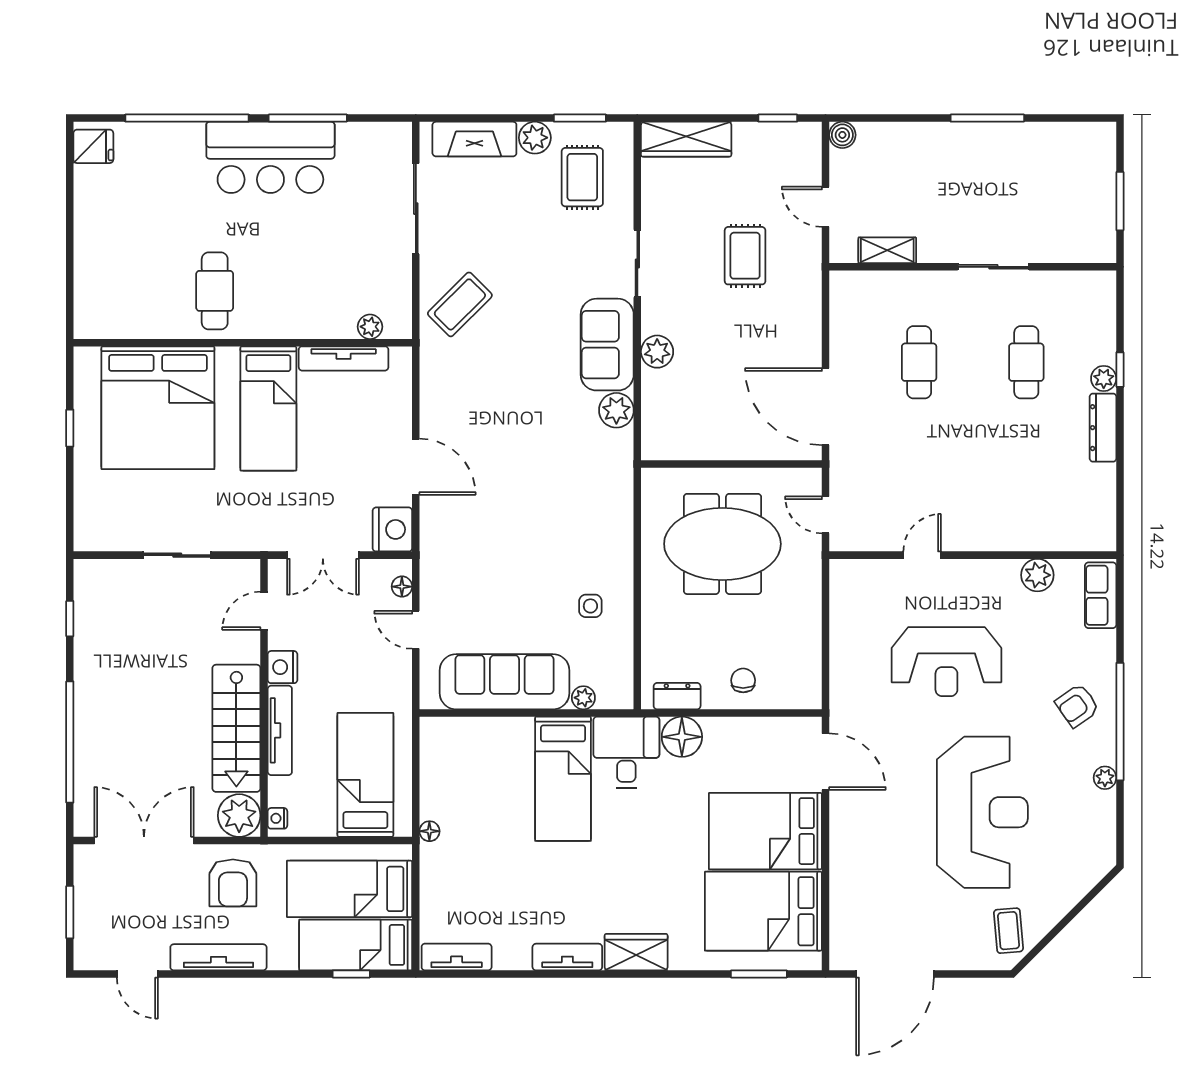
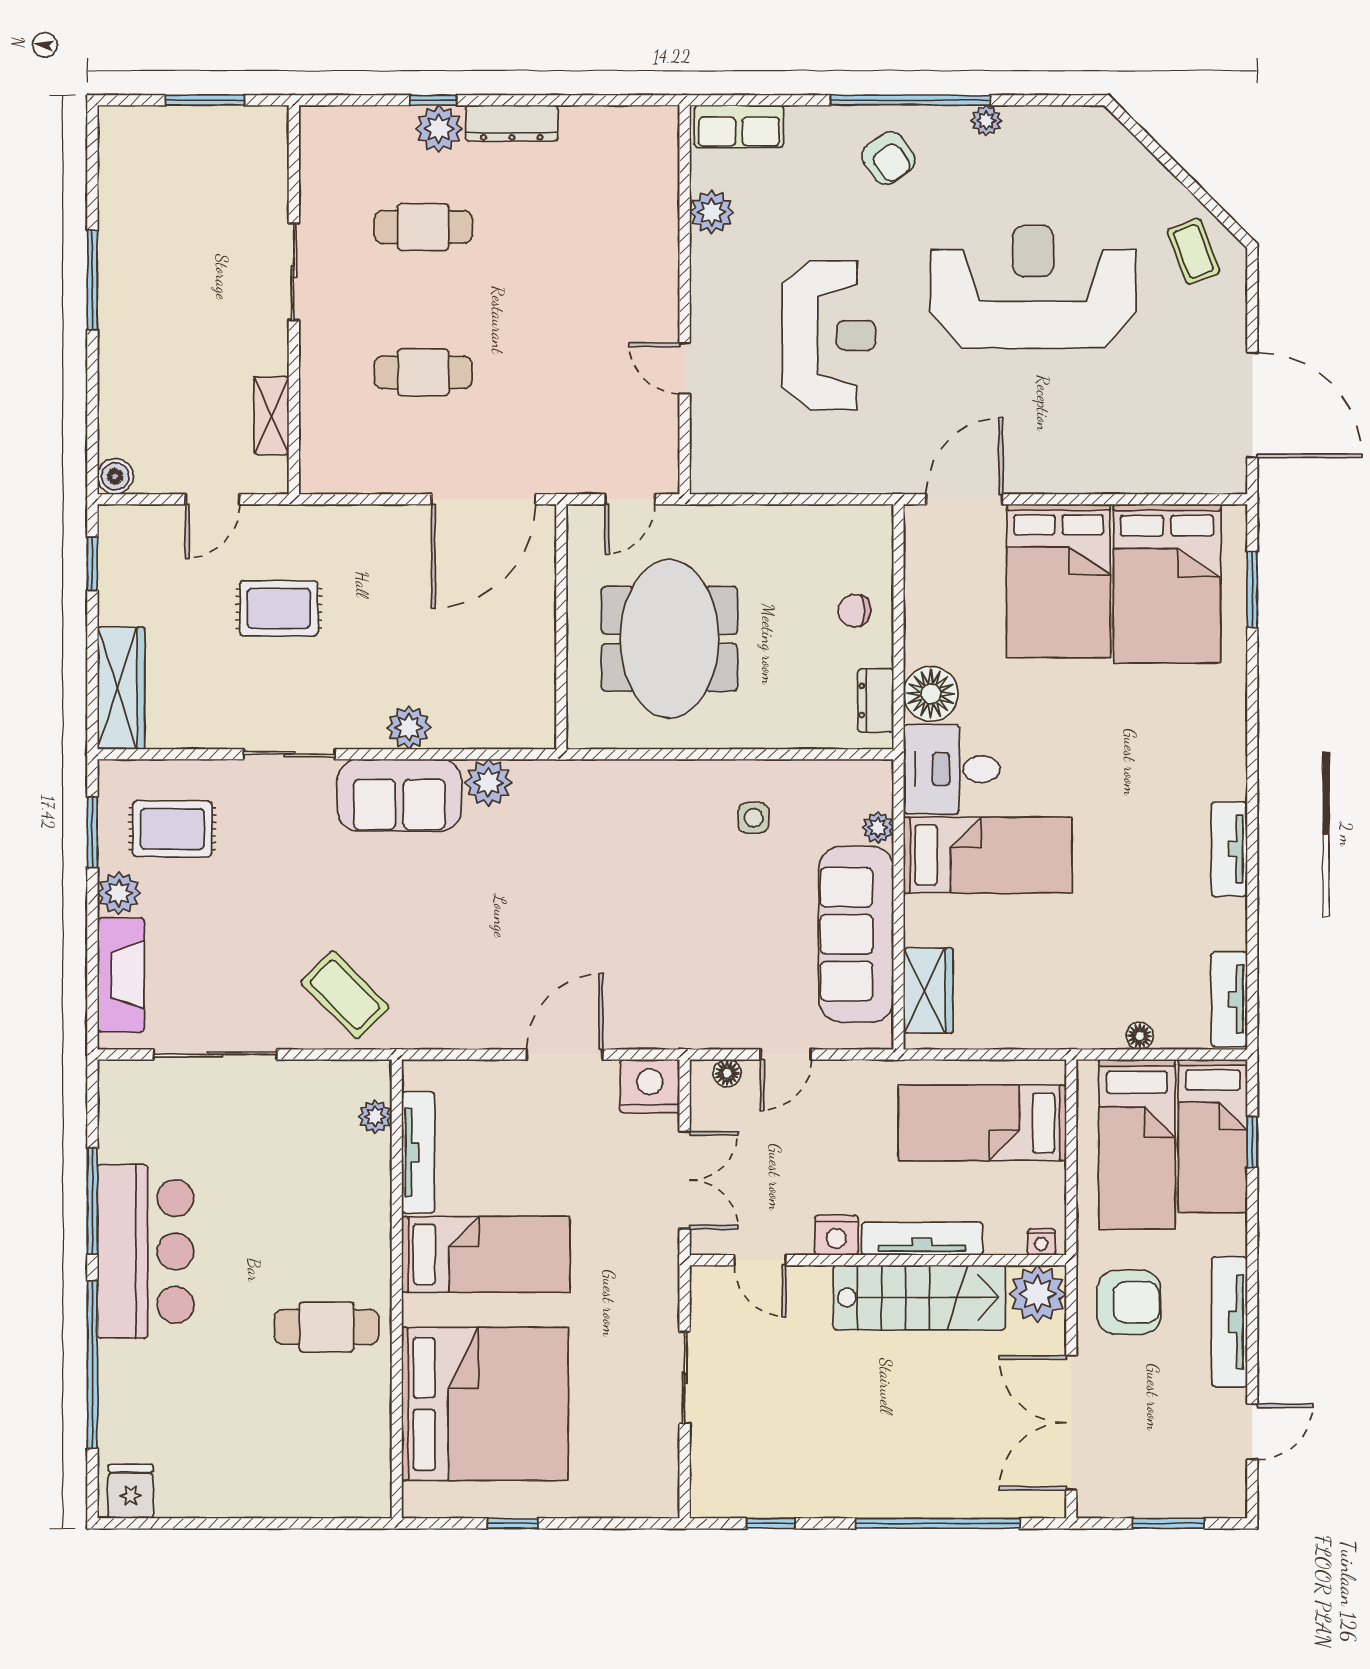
plant: (1104, 378) -> (439, 129), width x1.38, depth x1.38
floor lamp: (429, 831) -> (1140, 1036), moved
coffee table: (1008, 931) -> (1193, 251), turned 74
wardrobe: (636, 952) -> (928, 991), moved, turned 180

